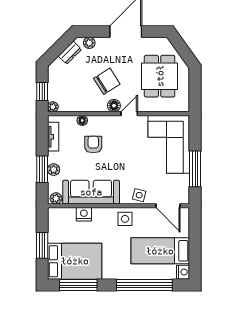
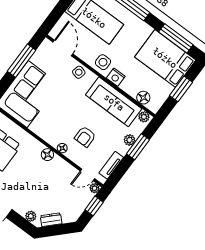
chair: (107, 81) -> (39, 177), removed
door: (129, 114) -> (87, 175), moved
floor lamp: (82, 120) -> (62, 148), moved
floor lamp: (69, 214) -> (143, 98), added
nightstand: (84, 214) -> (116, 77), moved

